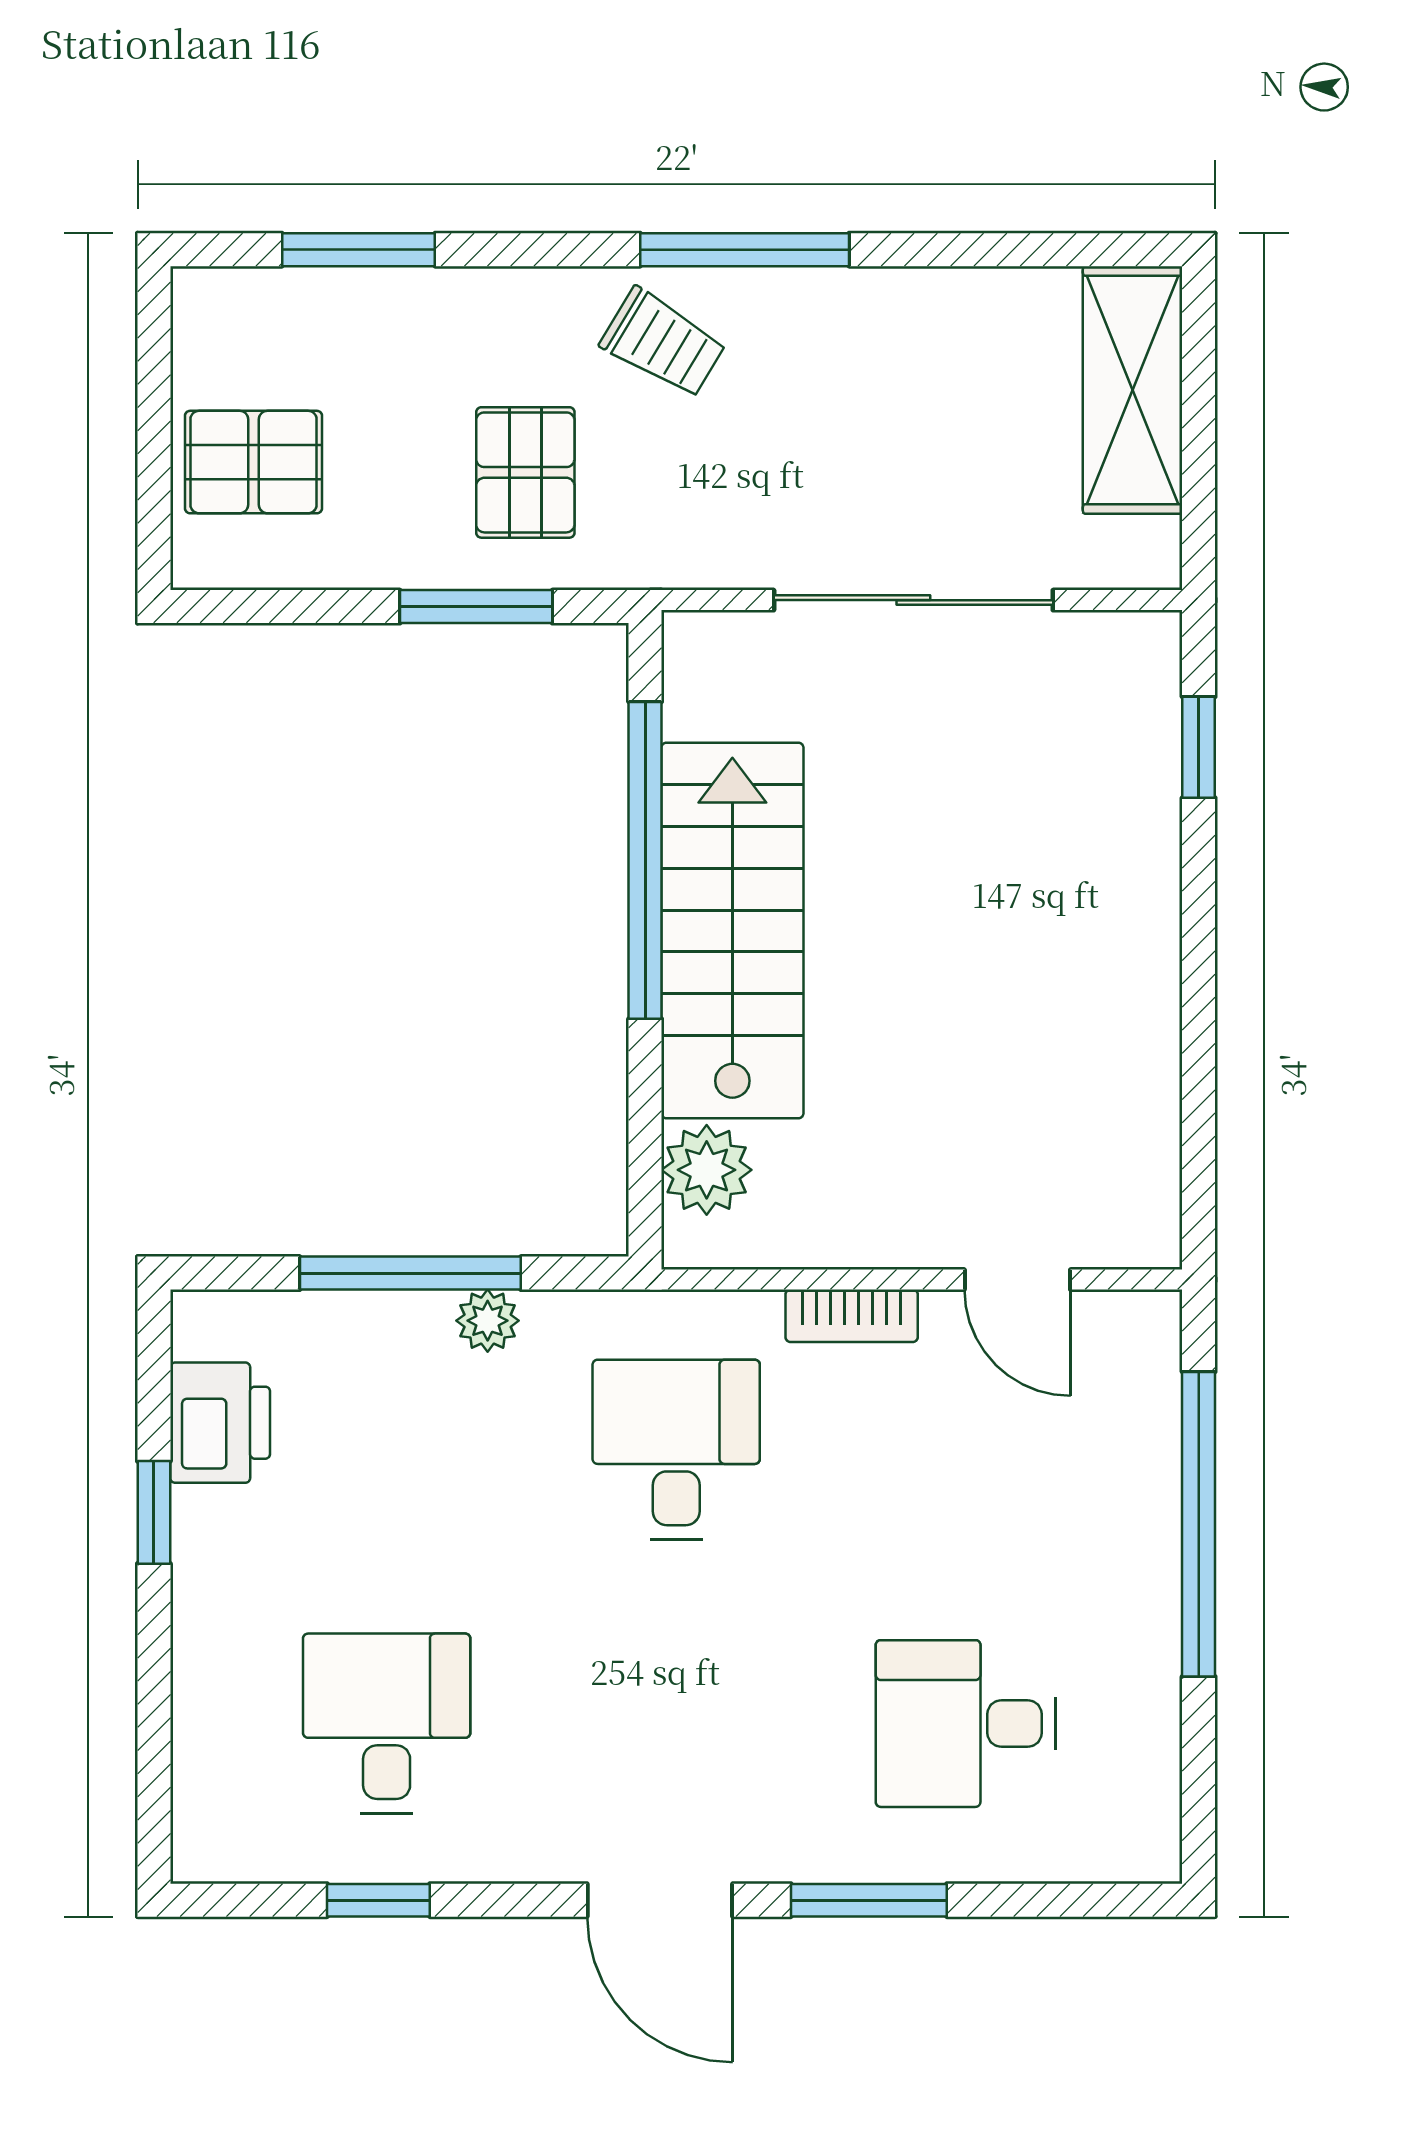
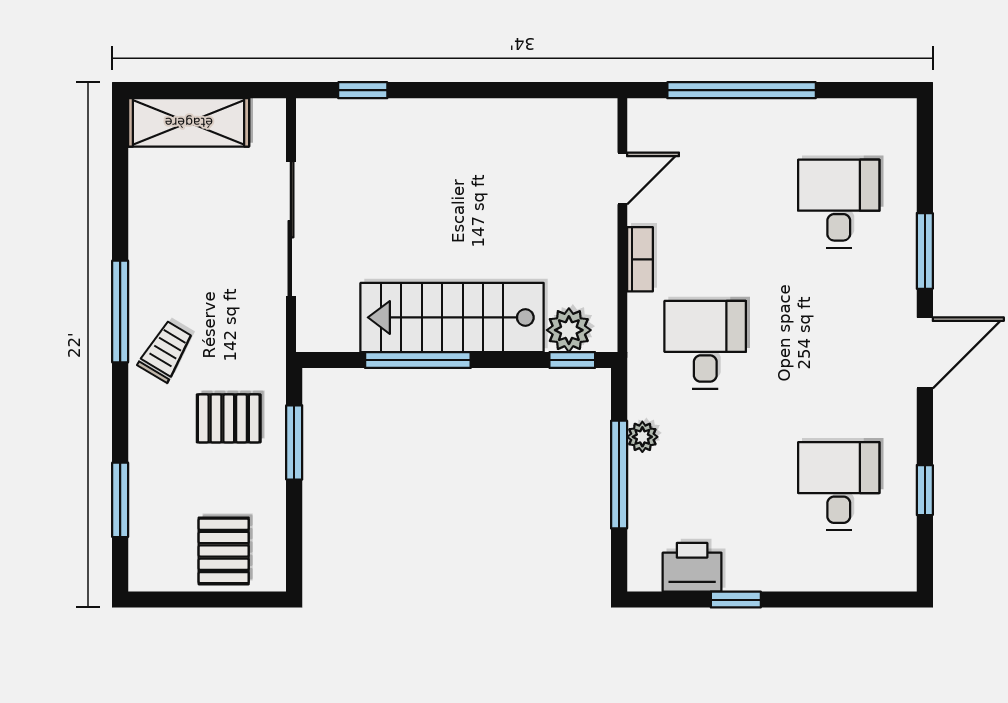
window: (645, 860) -> (418, 360), width x0.68
window: (645, 1177) -> (572, 360), added
desk: (676, 1450) -> (705, 345), turned 90
desk: (387, 1724) -> (839, 486), turned 90
desk: (966, 1724) -> (839, 204), turned 180

